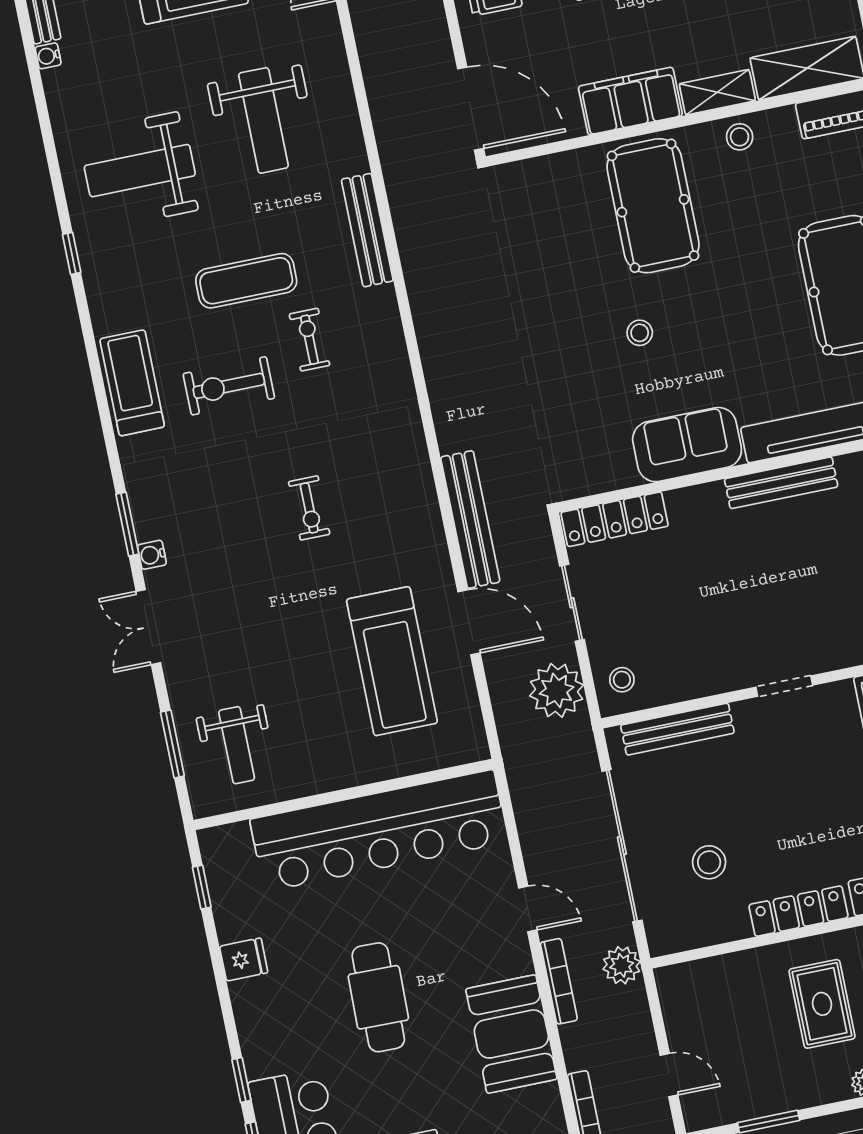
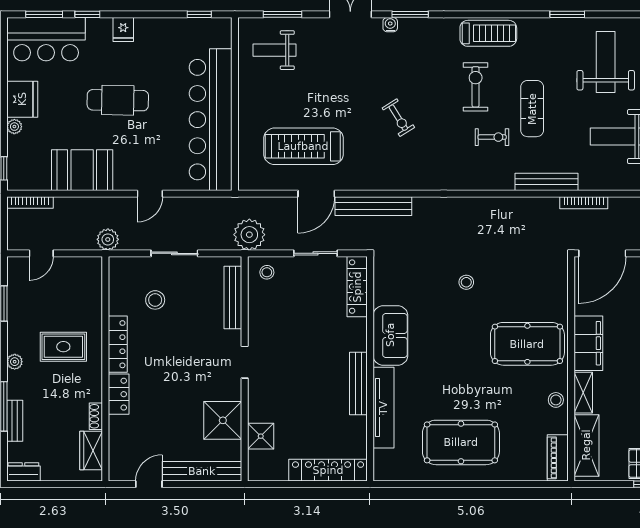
window: (72, 253) -> (567, 14), width x1.50
stool: (640, 333) -> (466, 282), moved
exercise bike: (309, 508) -> (398, 118), turned -122
plant: (557, 690) -> (249, 235), moved
sliding door: (622, 846) -> (174, 253), width x0.54
fridge: (244, 959) -> (123, 30), moved
bookcase: (559, 981) -> (584, 203), moved

